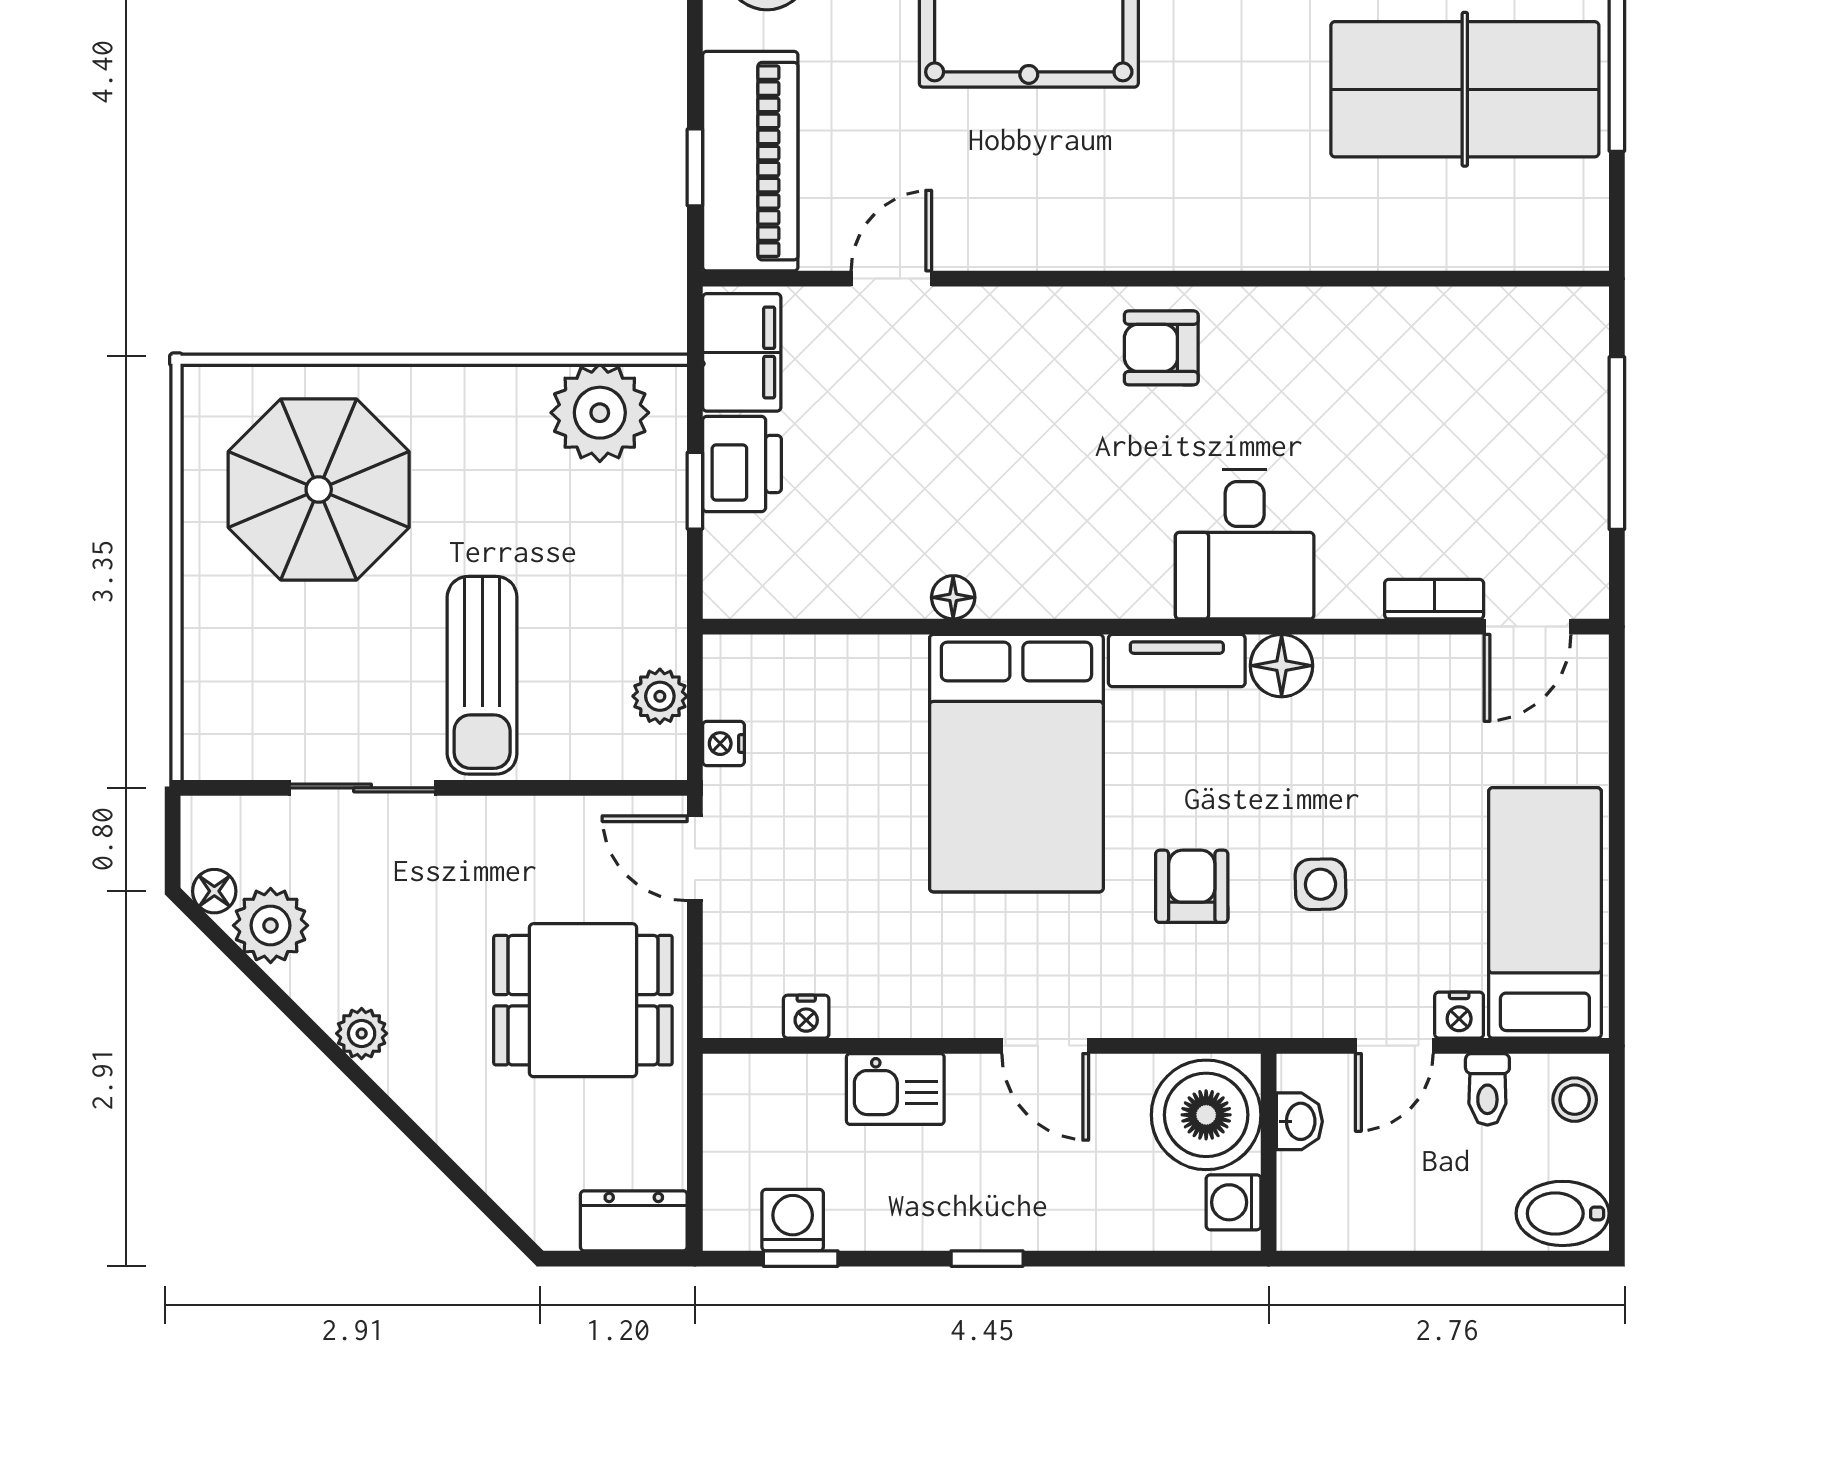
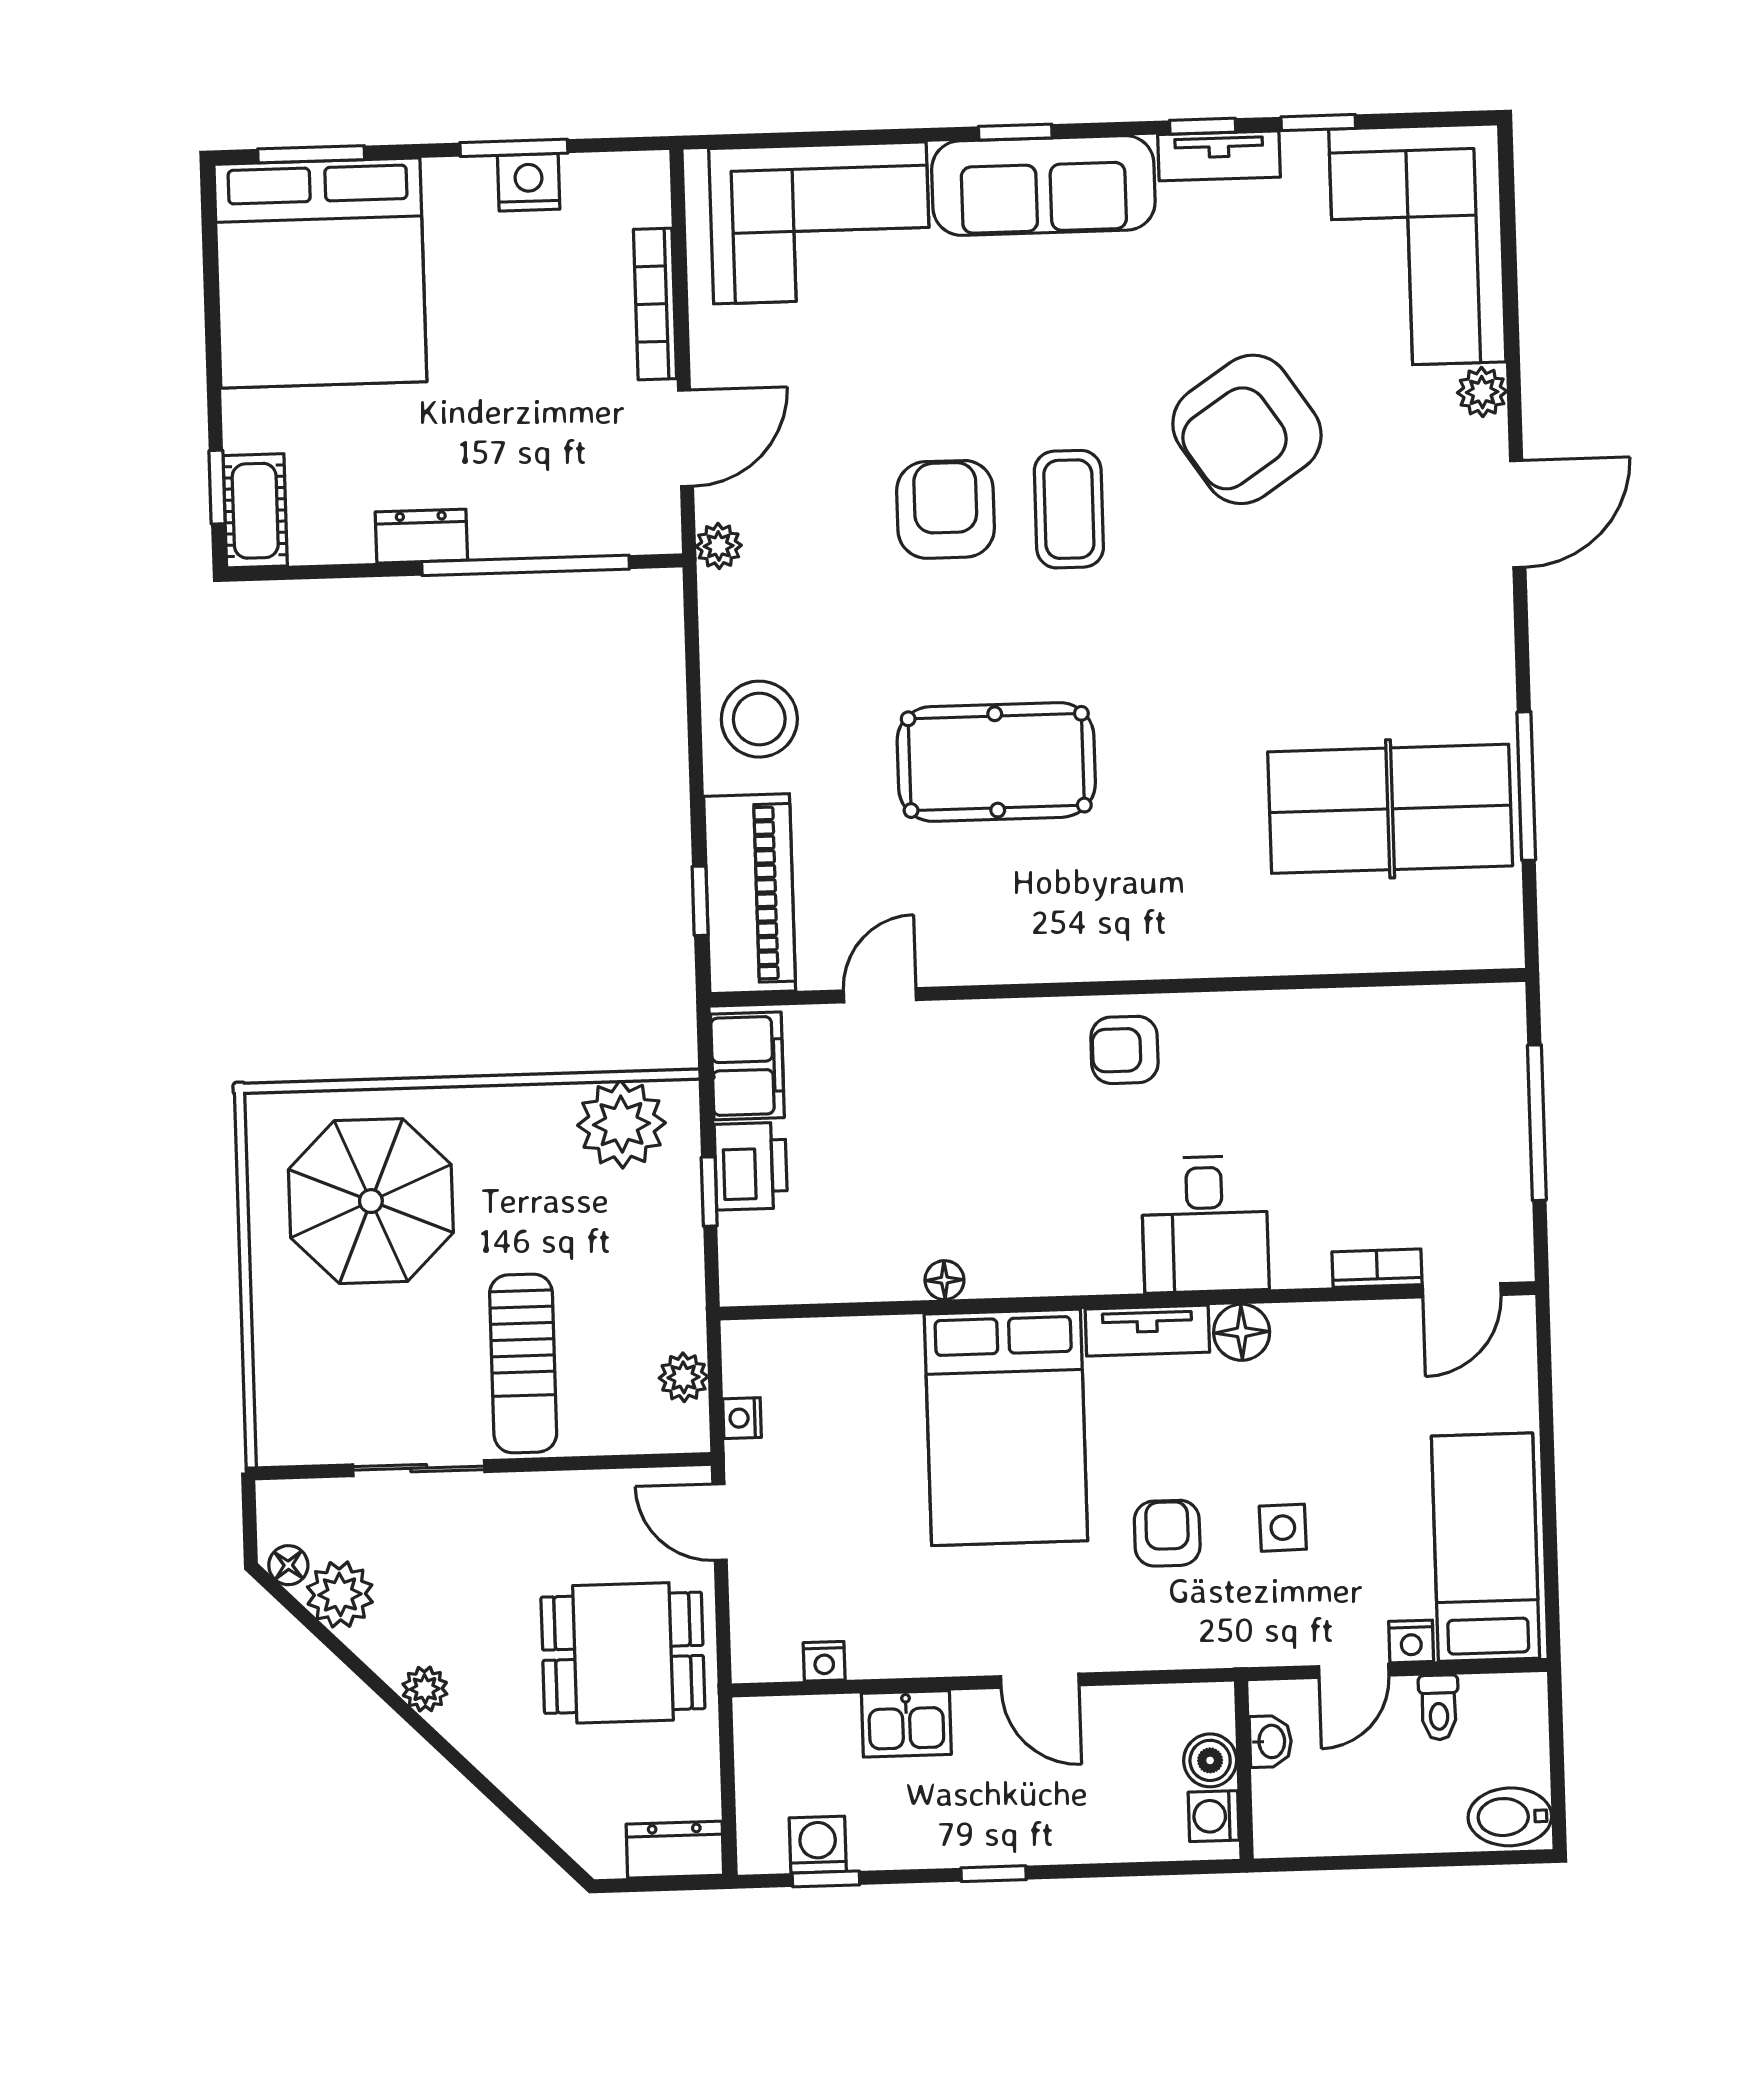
stool: (1575, 1100) -> (1517, 1714), removed
boiler: (1206, 1115) -> (1210, 1760), width x0.54, depth x0.54

